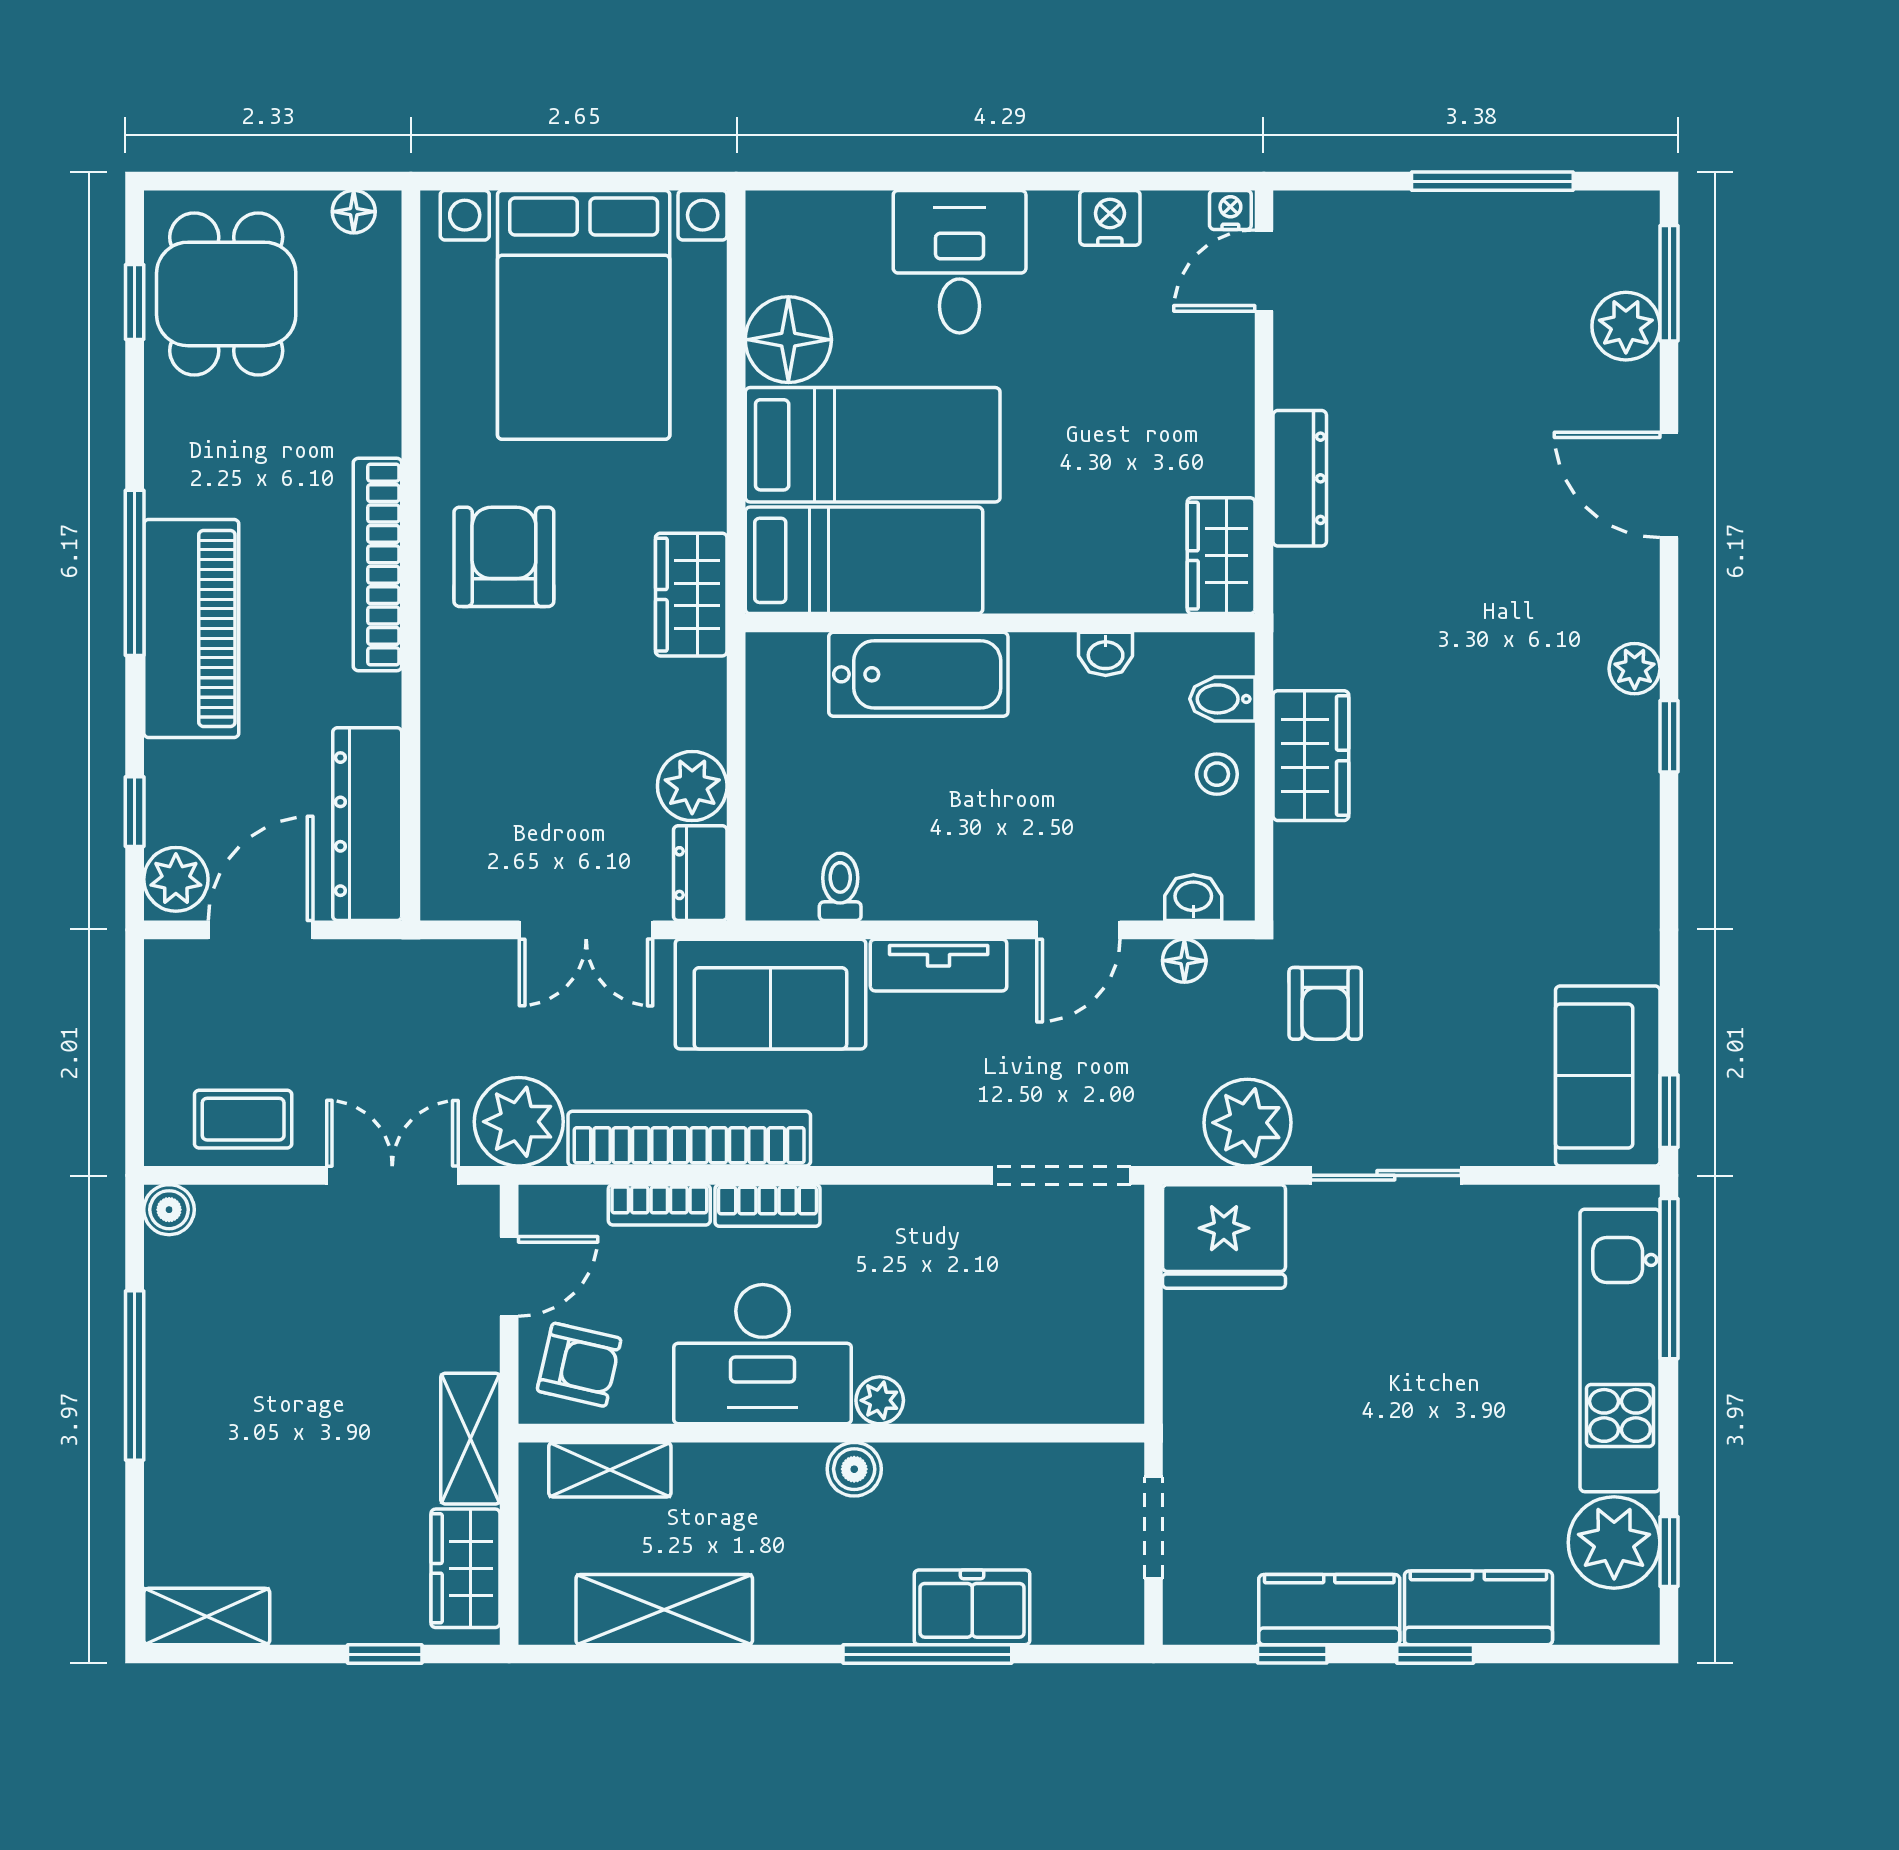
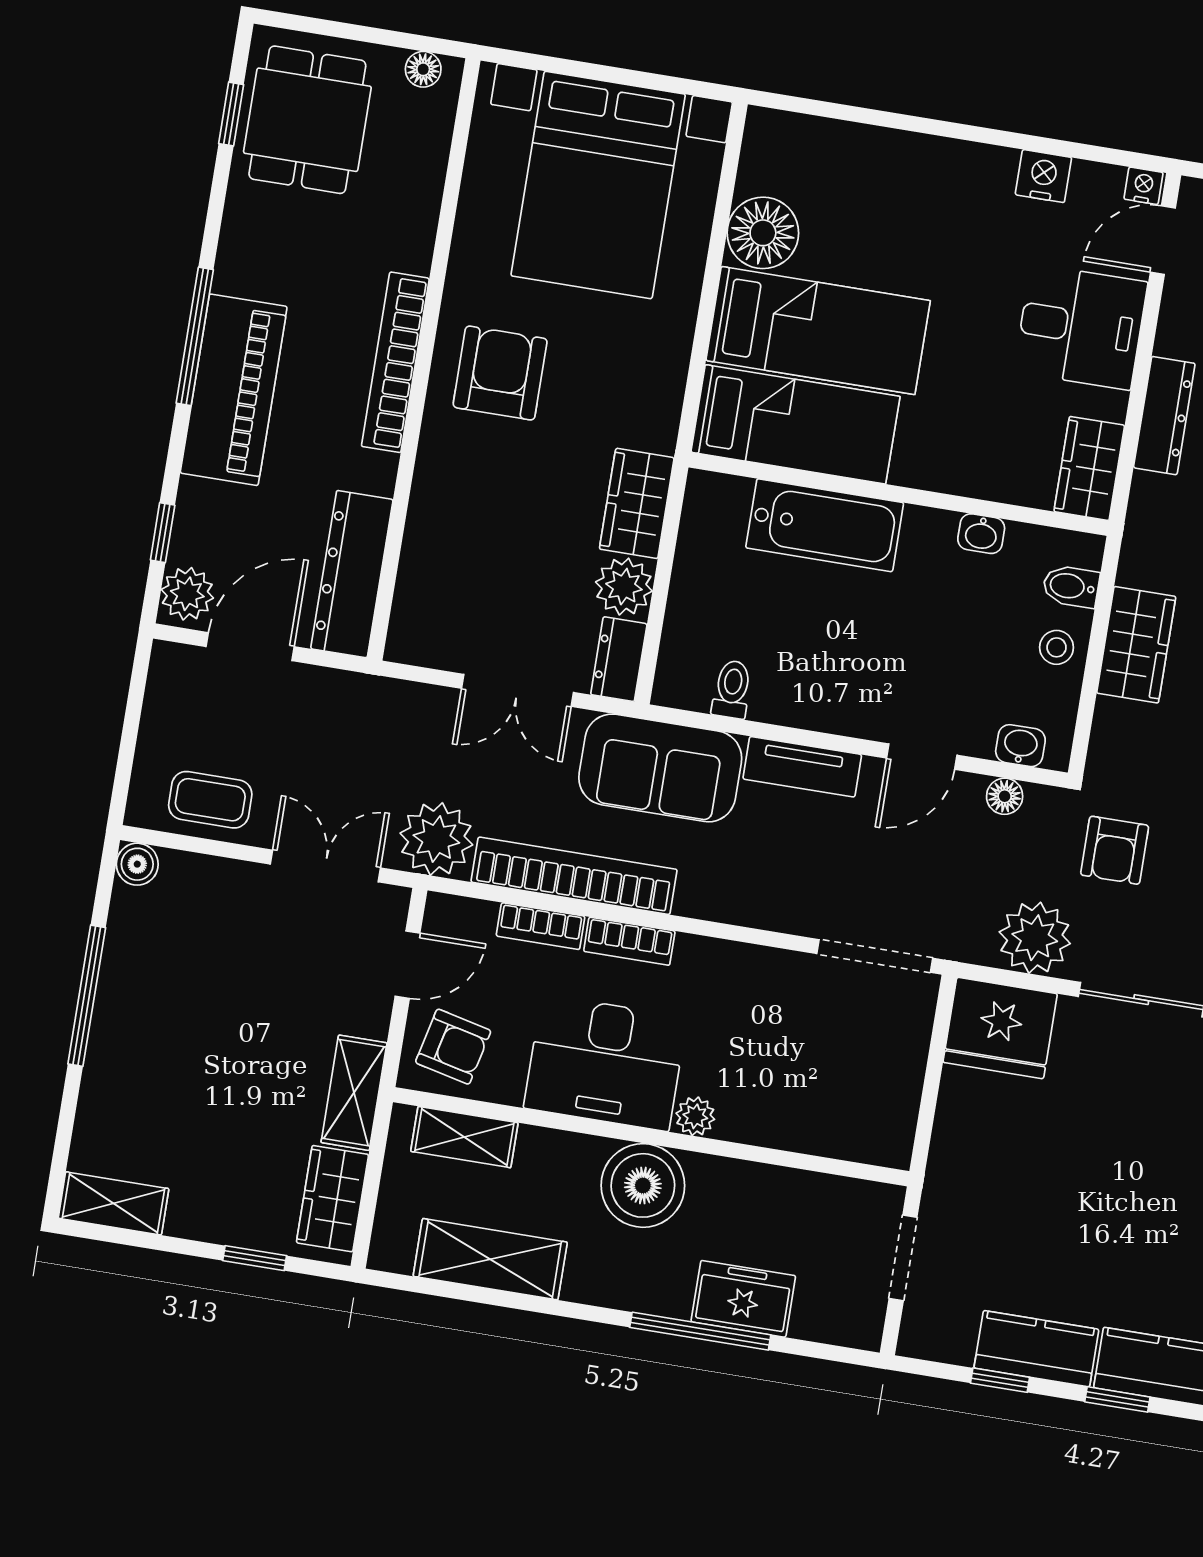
desk: (960, 262) -> (1081, 327), moved, turned 90
wardrobe: (691, 595) -> (637, 503), moved
boiler: (854, 1469) -> (643, 1185), width x1.86, depth x1.86

